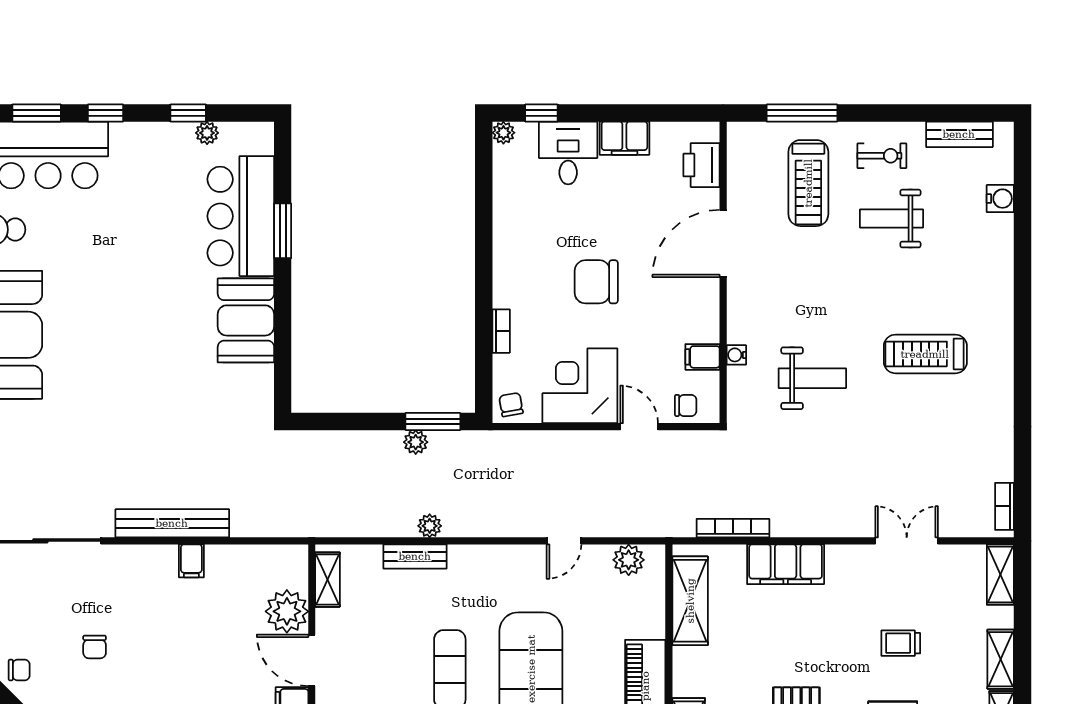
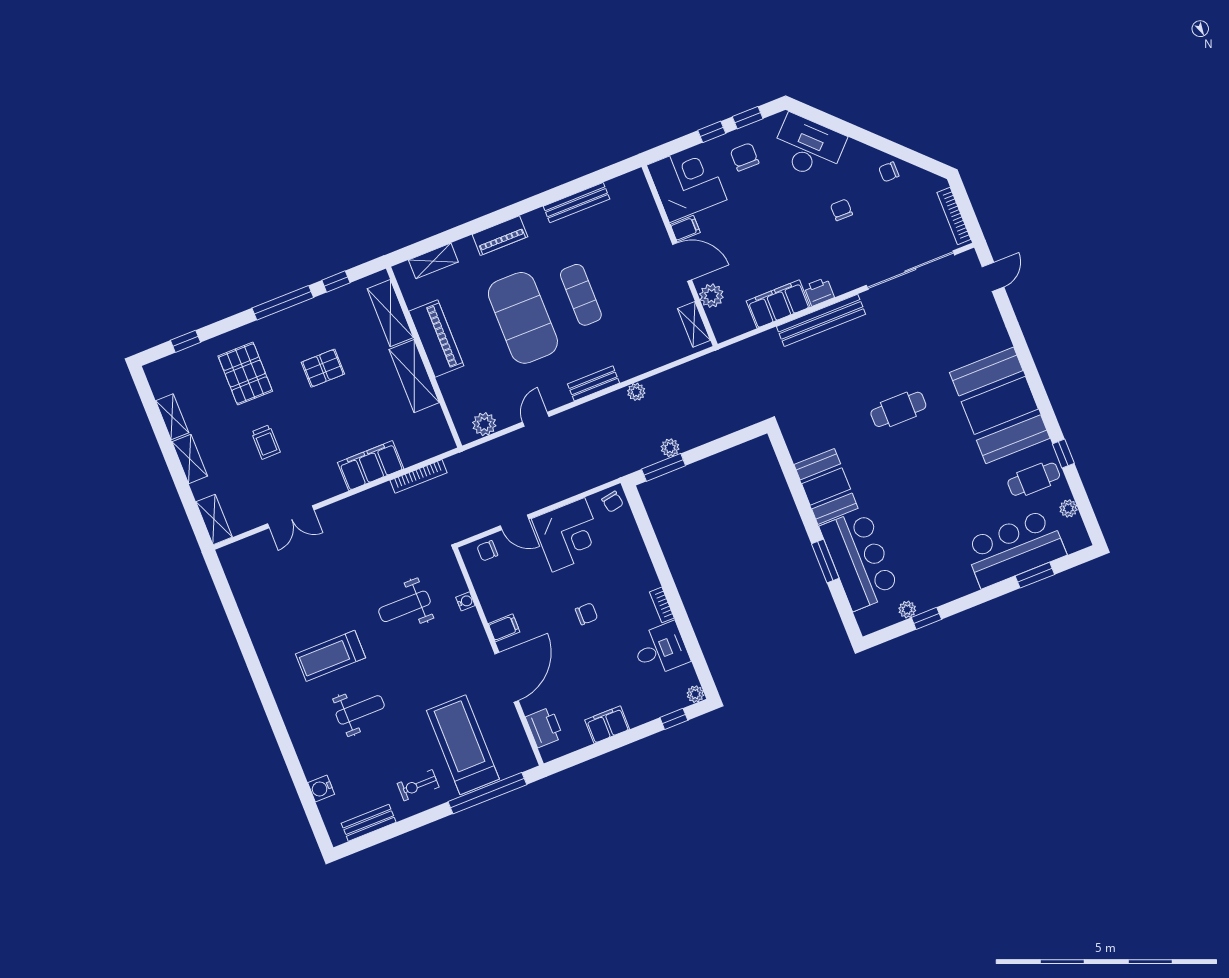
window: (106, 113) -> (986, 595), removed
window: (802, 113) -> (487, 793), width x1.46
desk: (568, 153) -> (661, 649), moved, turned -90
treadmill: (808, 183) -> (463, 745), width x1.37, depth x1.38
weight bench: (891, 219) -> (360, 710), moved
chair: (596, 282) -> (587, 614), width x0.54, depth x0.54
bookcase: (501, 331) -> (662, 605), moved
treadmill: (925, 354) -> (330, 656), turned 180
filing cabinet: (703, 357) -> (504, 628), moved
cafe table: (122, 379) -> (898, 409), added
bookcase: (1005, 506) -> (230, 569), removed
bench: (415, 556) -> (594, 383), moved
printer: (161, 559) -> (819, 292), added
filing cabinet: (191, 561) -> (778, 304), width x3.00, depth x1.17
shelving: (690, 601) -> (414, 376), moved
plant: (287, 611) -> (711, 296), width x0.73, depth x0.73
trolley: (901, 643) -> (266, 442), turned 90

